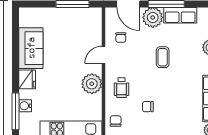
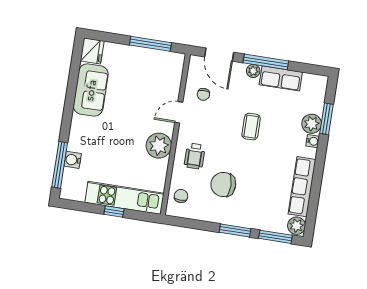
plant: (153, 17) -> (253, 71), width x0.53, depth x0.53
fridge: (27, 79) -> (92, 51), moved
chair: (148, 107) -> (223, 185), width x1.87, depth x1.87

